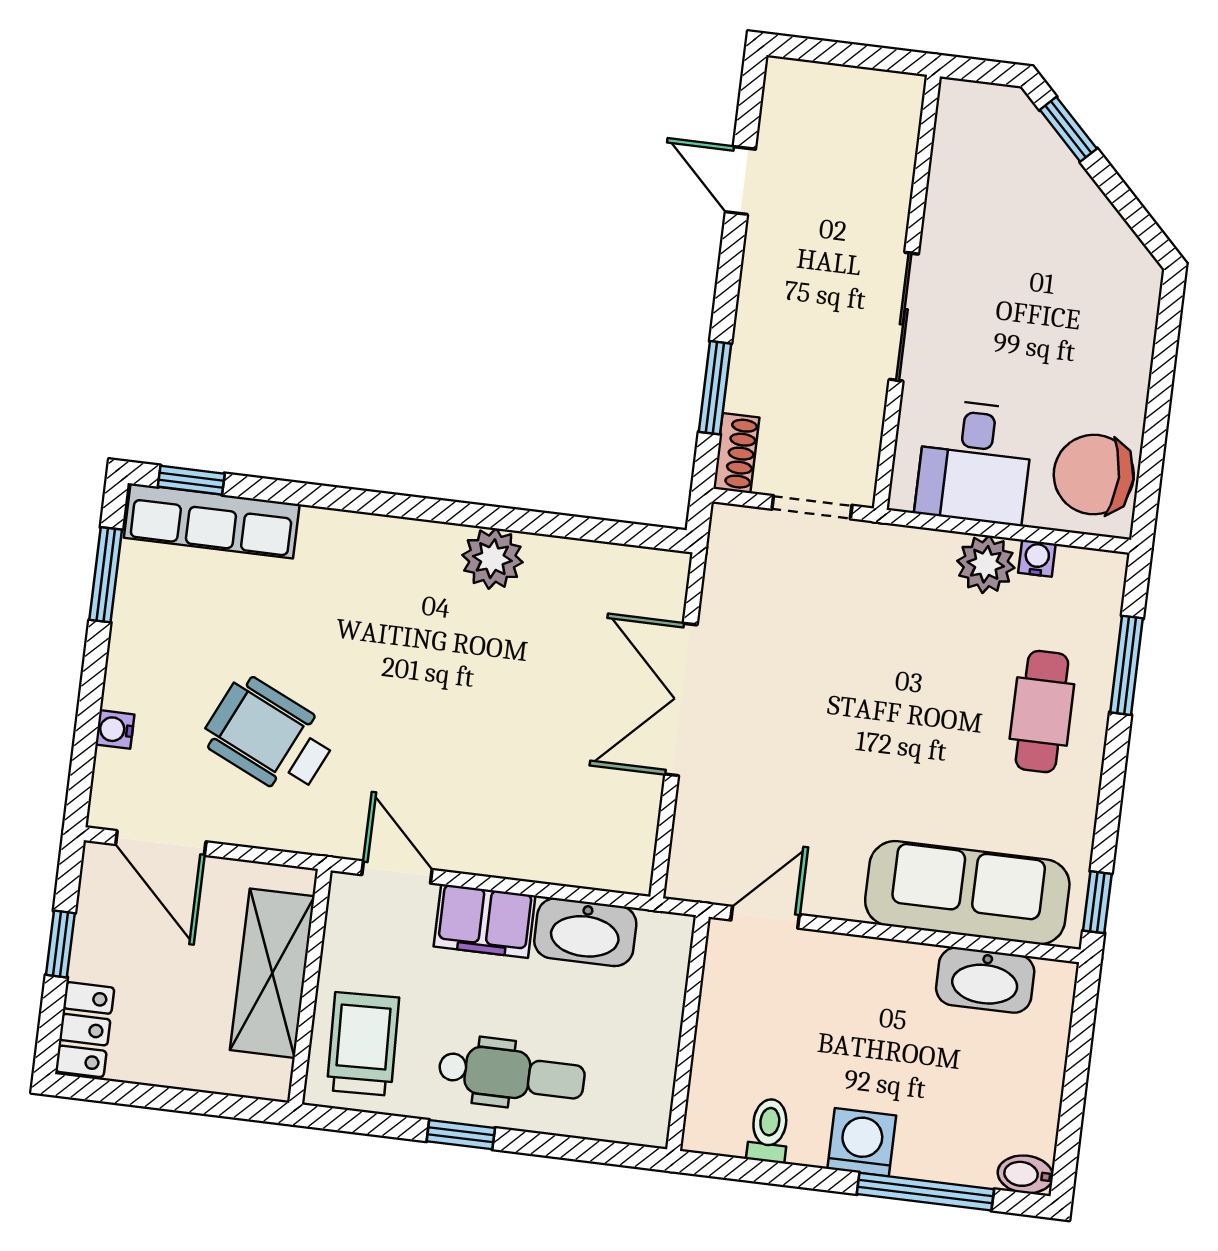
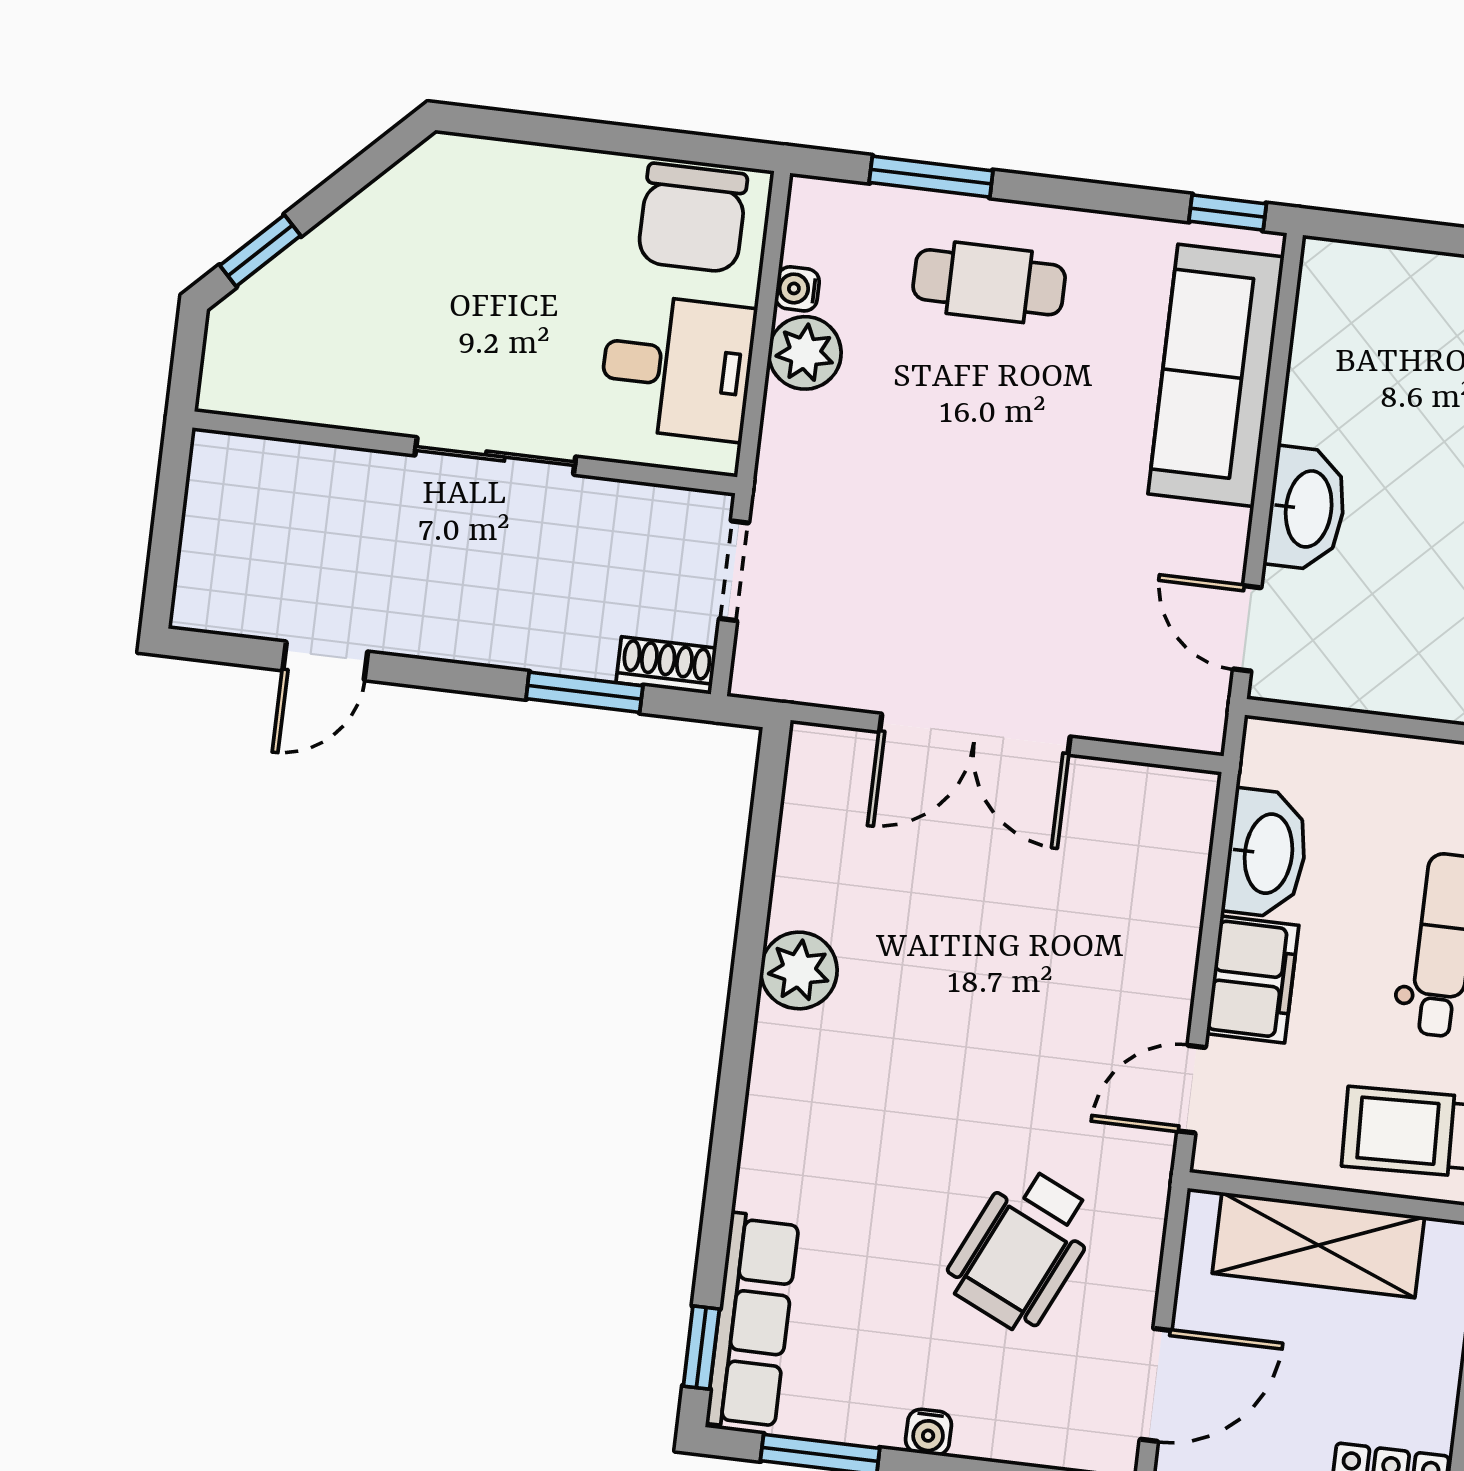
water cooler: (115, 729) -> (928, 1432), moved
washbasin: (985, 980) -> (1306, 509), moved

